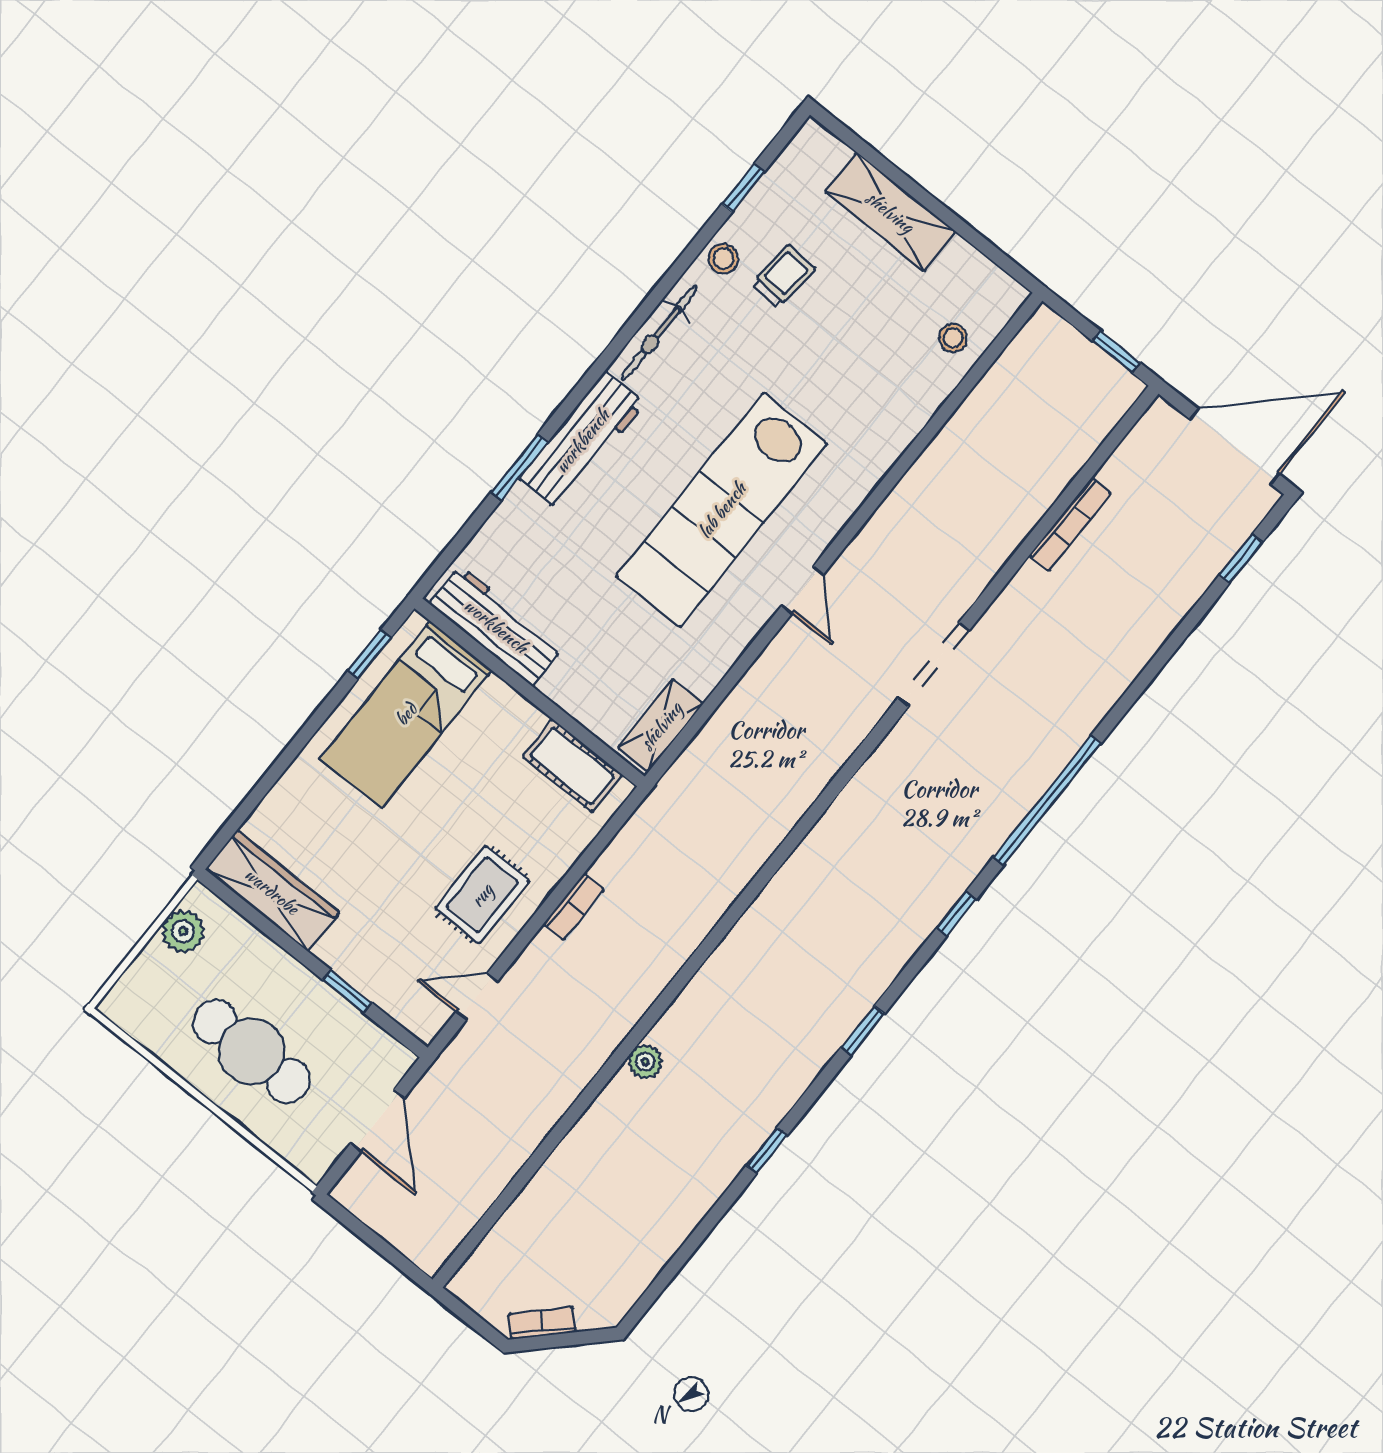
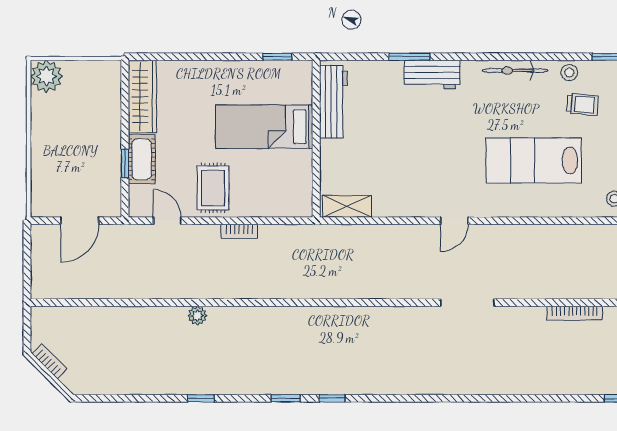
workbench: (582, 441) -> (432, 75), width x0.73
lab bench: (722, 510) -> (534, 160), moved, width x0.73
bed: (406, 714) -> (264, 127), moved
cot: (572, 766) -> (142, 159), moved
window: (1047, 800) -> (448, 398), removed
rug: (482, 895) -> (213, 188), turned 90
window: (956, 914) -> (332, 398), moved
plant: (183, 931) -> (46, 76), moved, width x1.36, depth x1.36
cafe table: (252, 1051) -> (66, 143), removed

